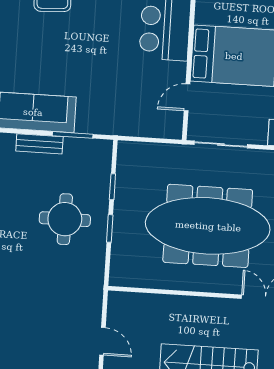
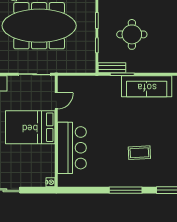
bench: (39, 144) -> (112, 68), moved
round table: (65, 219) -> (132, 34), moved

